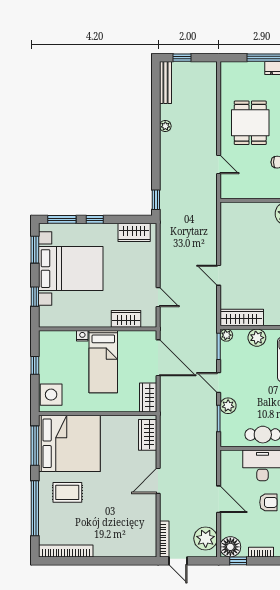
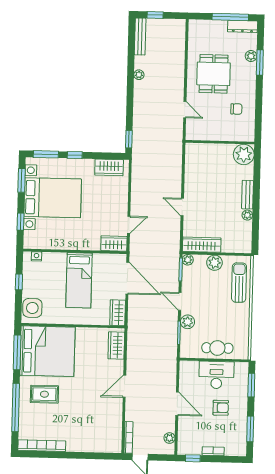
door: (158, 297) -> (129, 225), hinge flipped
wardrobe: (126, 319) -> (114, 244), moved
nightstand: (82, 336) -> (36, 256), moved
plant: (206, 538) -> (169, 438), width x0.53, depth x0.53
floor lamp: (230, 547) -> (186, 446), removed

